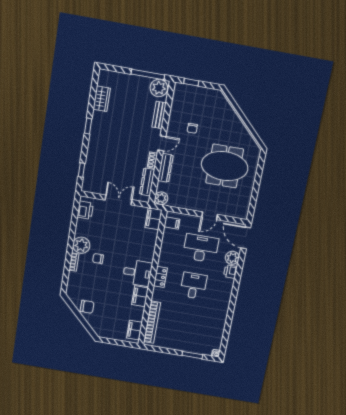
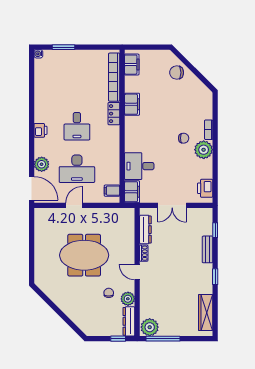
wardrobe: (102, 99) -> (206, 313), width x1.50
bench: (159, 115) -> (208, 249), moved
door: (162, 143) -> (137, 272), hinge flipped
meeting table: (225, 166) -> (84, 255), moved
dresser: (165, 168) -> (129, 321), moved
plant: (161, 198) -> (128, 299), moved
printer: (230, 271) -> (41, 130), moved
desk: (137, 273) -> (139, 166), moved
locker: (160, 277) -> (114, 114), moved
chair: (87, 307) -> (177, 73), moved

